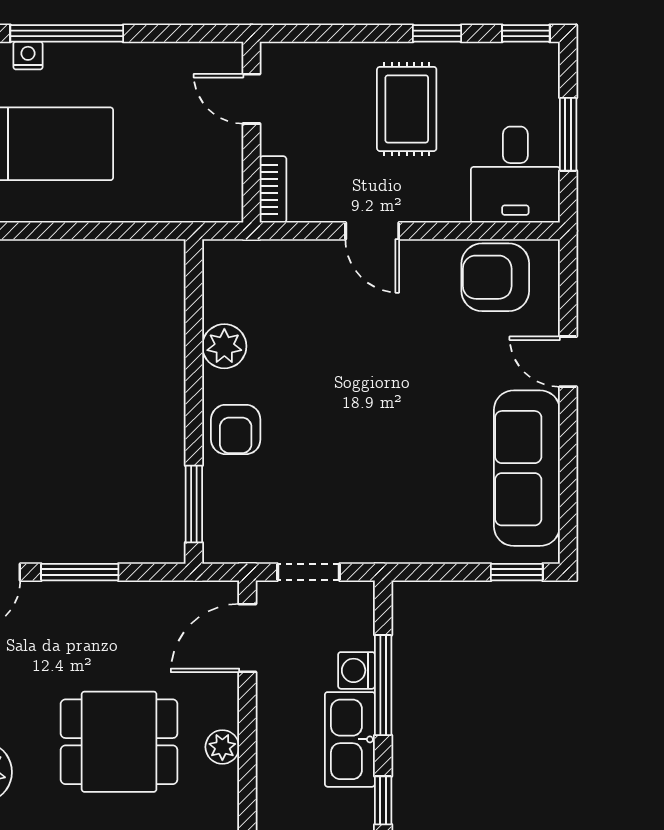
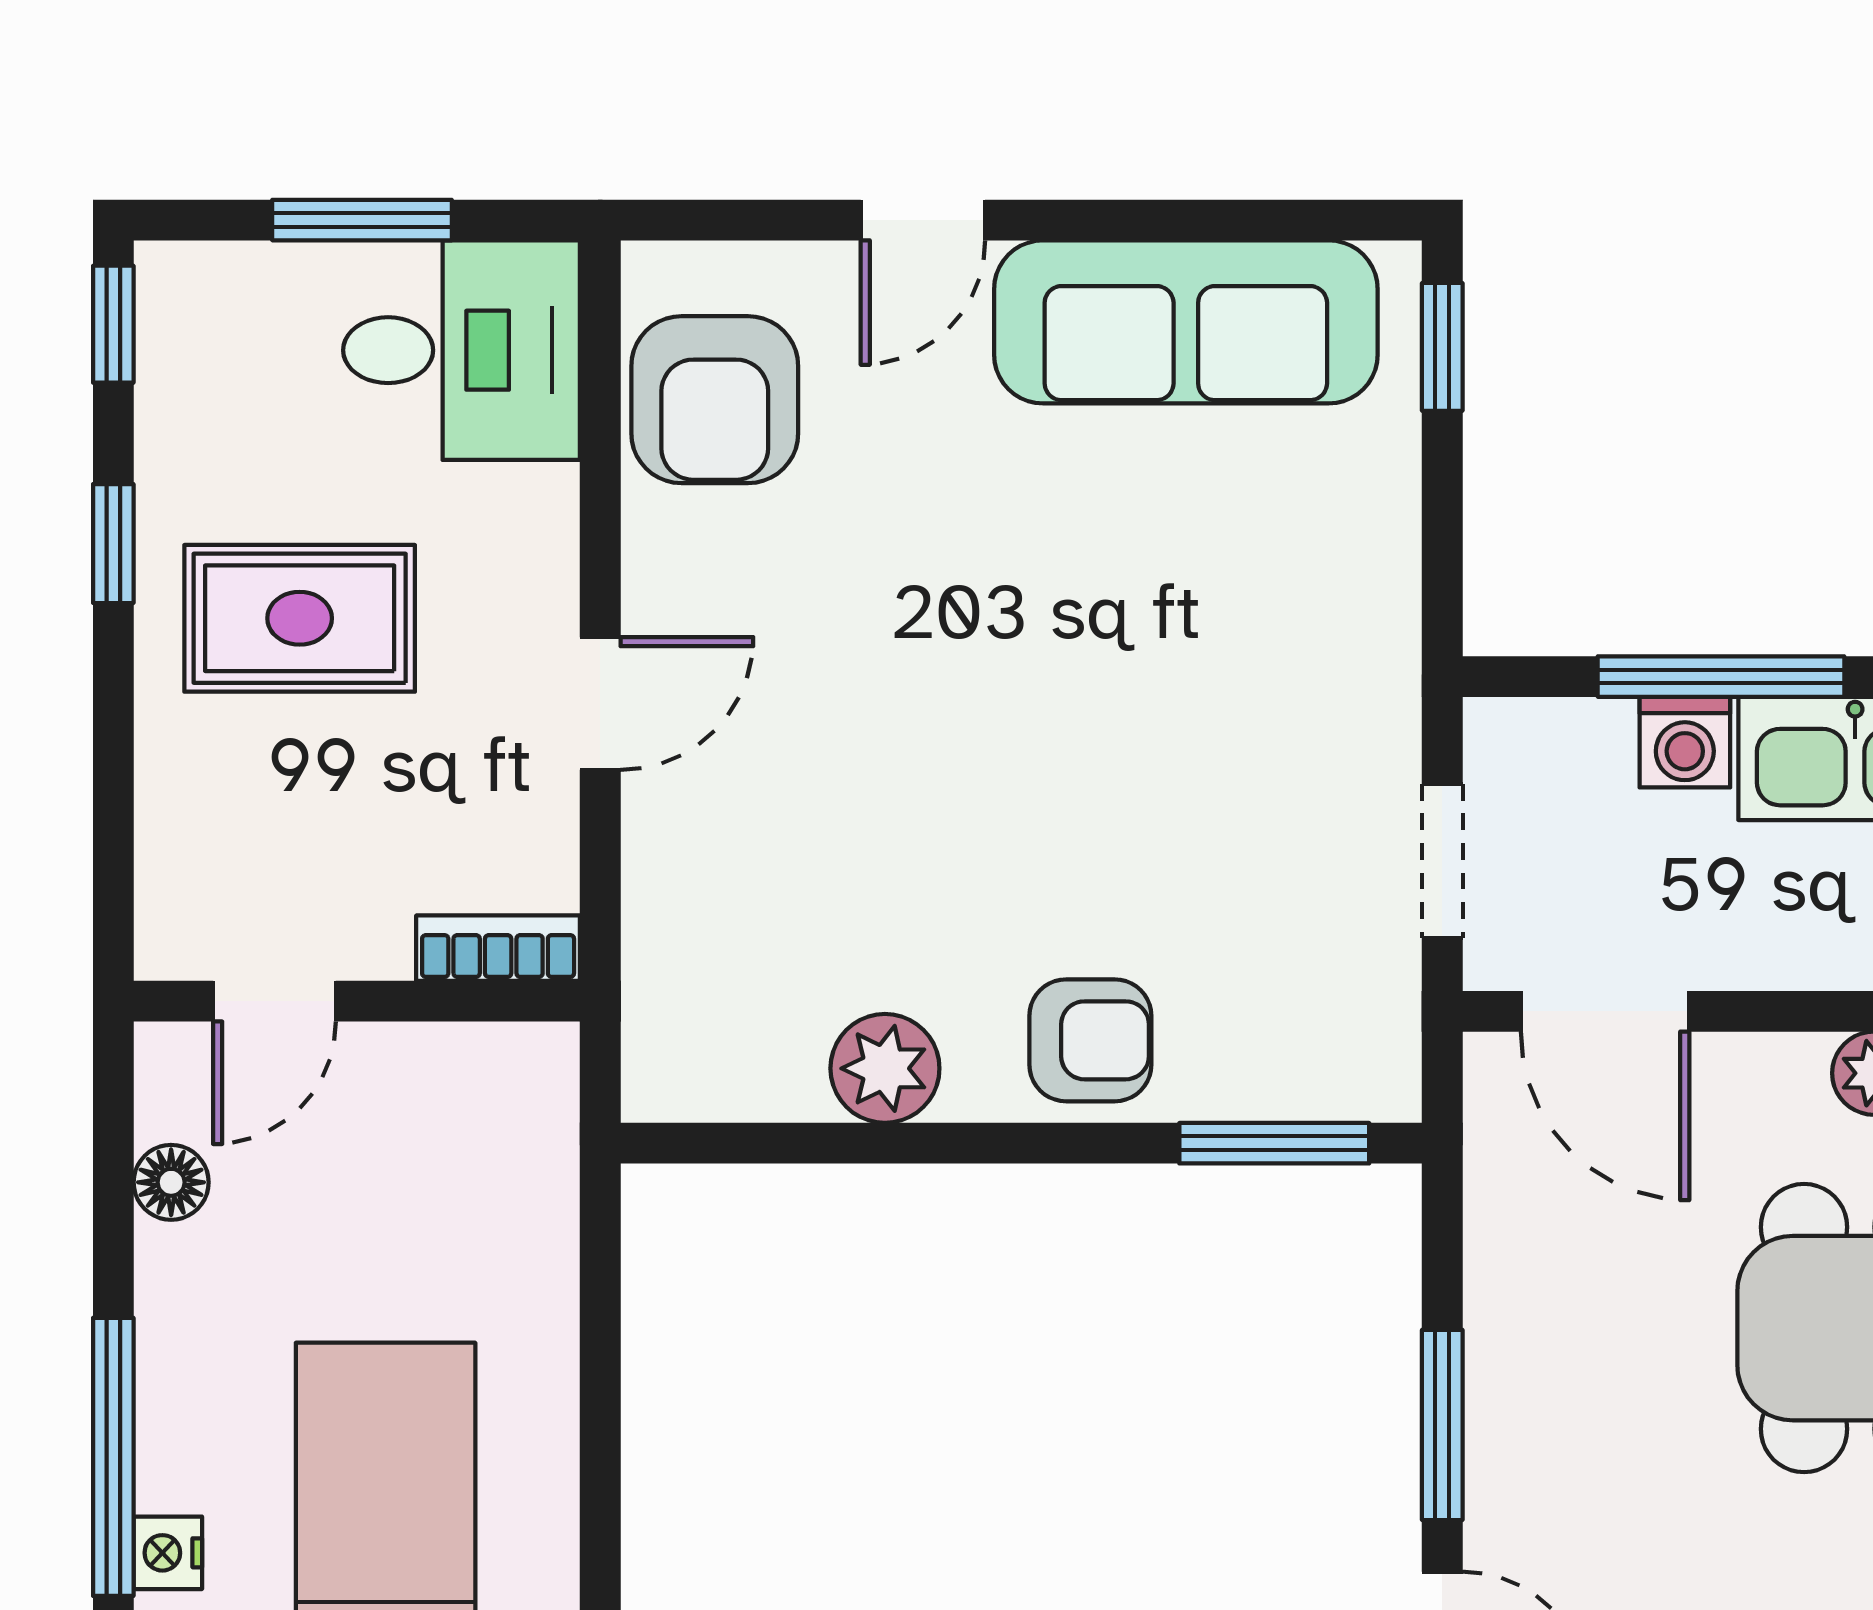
floor lamp: (178, 57) -> (171, 1182), added

